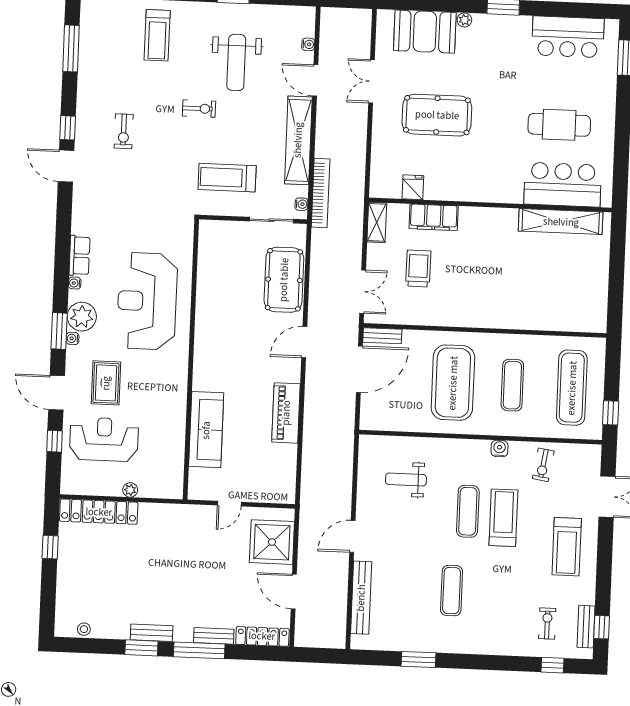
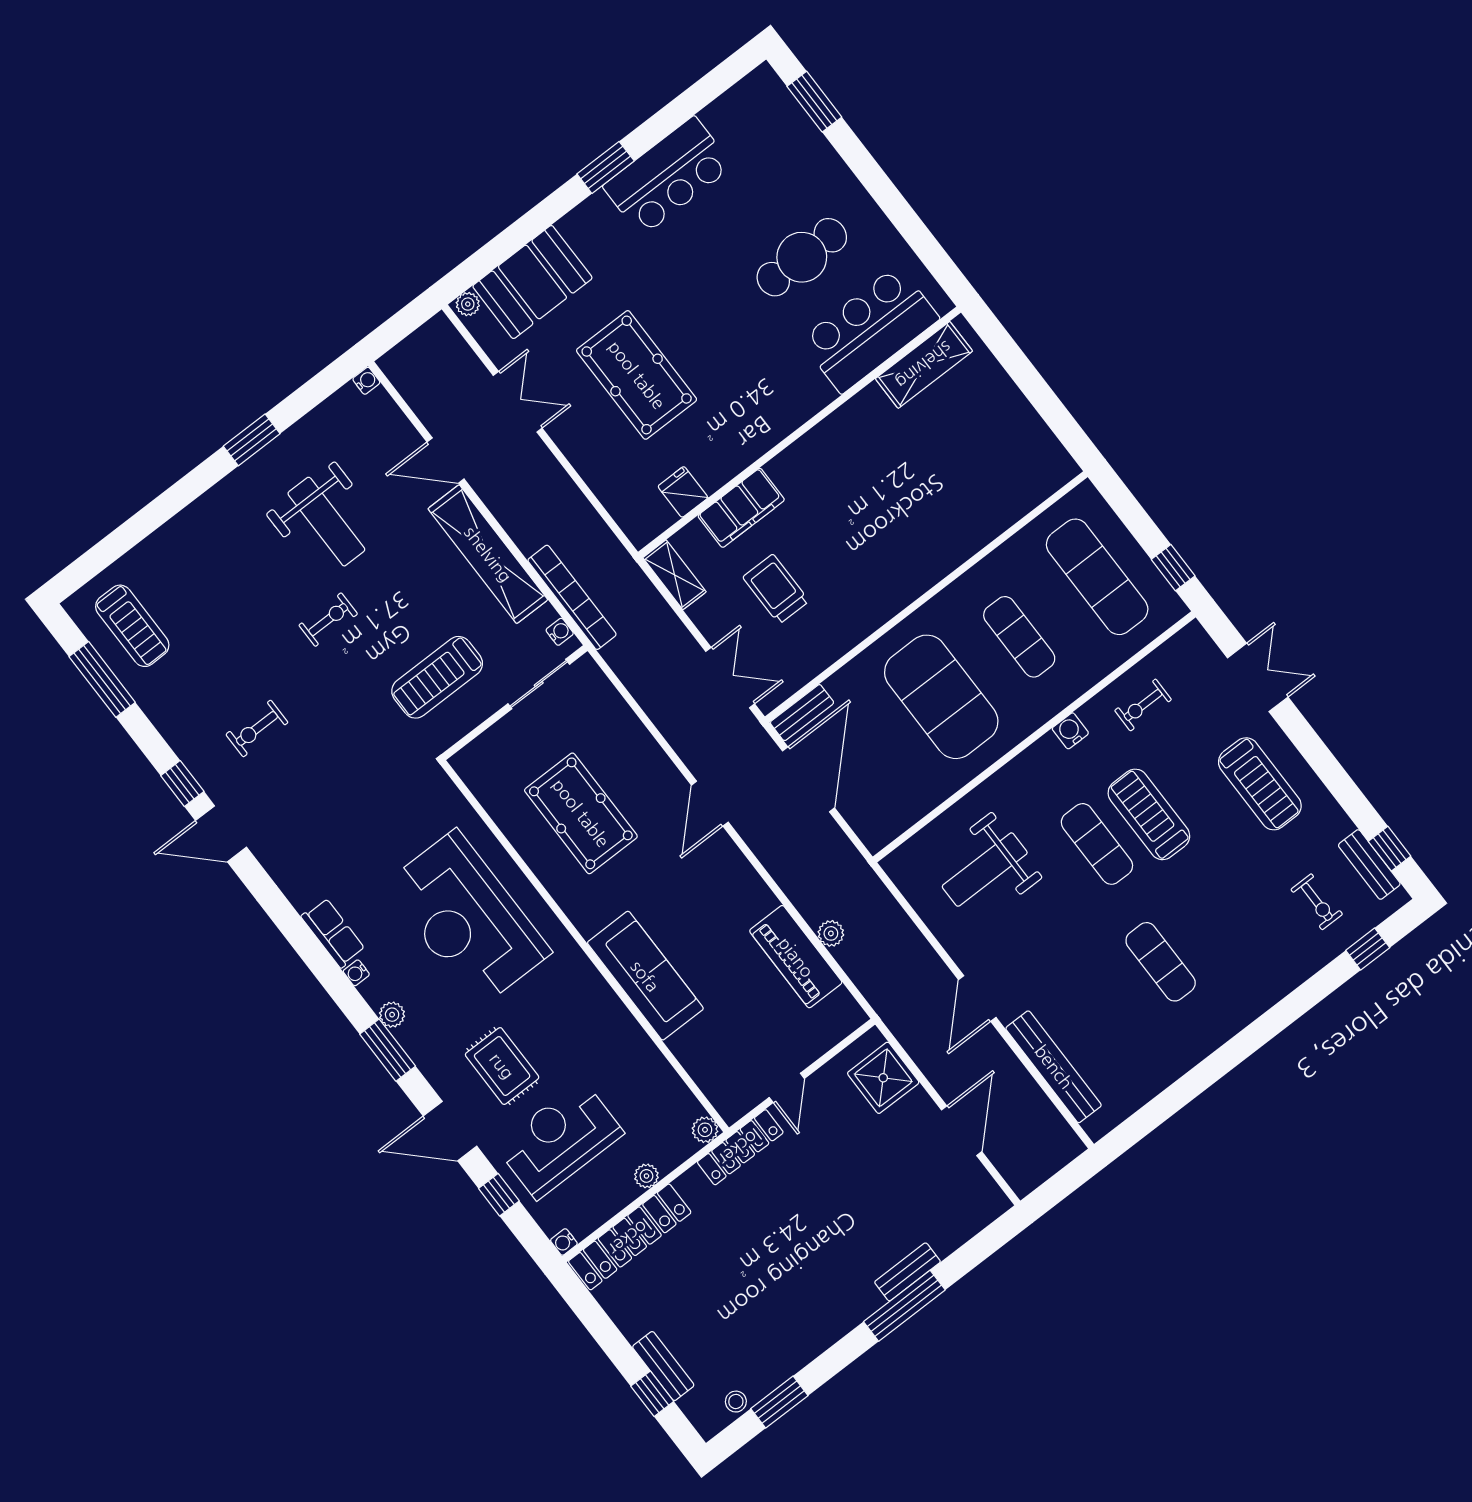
plant: (464, 20) -> (468, 304), moved
treadmill: (157, 35) -> (132, 626), moved
bar counter: (568, 37) -> (668, 176), moved
water cooler: (308, 44) -> (366, 381), moved
double door: (371, 81) -> (518, 402), swing flipped
pool table: (437, 115) -> (637, 375), turned 90
exercise bike: (124, 131) -> (257, 728), turned 90
shelving: (561, 222) -> (924, 365), width x0.68
pool table: (284, 280) -> (581, 813), moved
plant: (82, 317) -> (392, 1015), width x0.53, depth x0.53
water cooler: (73, 338) -> (564, 1242), moved
piano: (286, 413) -> (796, 957), moved
sofa: (206, 430) -> (645, 976), moved
plant: (310, 449) -> (831, 933), added
exercise bike: (543, 465) -> (1143, 705), turned 81
weight bench: (406, 479) -> (985, 870), width x1.36, depth x1.33
plant: (175, 491) -> (705, 1130), added
shower: (272, 542) -> (883, 1078), width x0.73, depth x0.73
window: (50, 547) -> (652, 1394), moved
door: (294, 592) -> (962, 1131), swing flipped
exercise bike: (547, 623) -> (1317, 902), turned 180
bench: (152, 633) -> (663, 1366), moved, turned 90
locker: (262, 636) -> (740, 1147), moved, turned 180
window: (141, 648) -> (779, 1402), moved
window: (418, 660) -> (1192, 1084), removed

